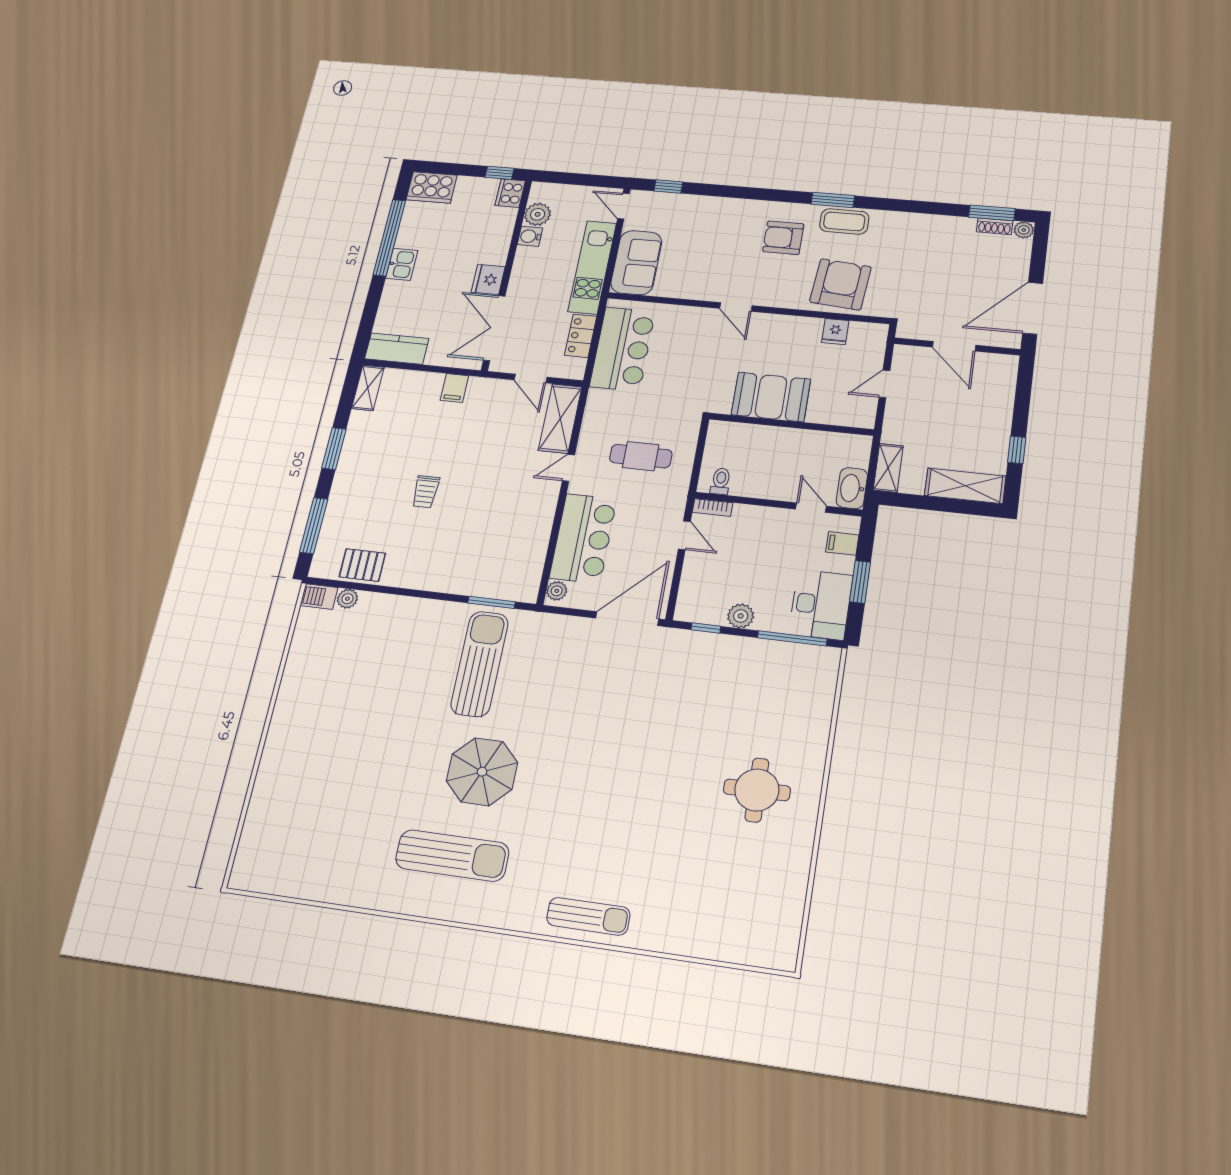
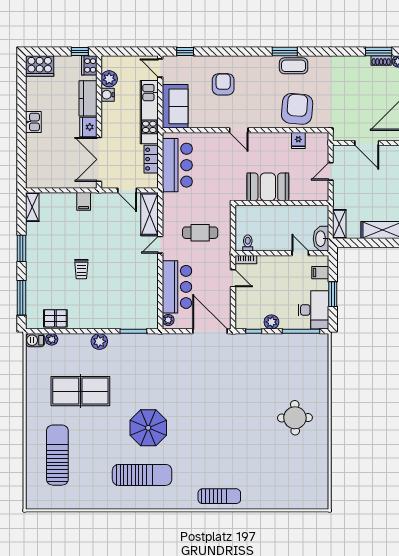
window: (389, 238) -> (21, 104), removed
armchair: (783, 238) -> (223, 84), moved, turned 90
kitchen counter: (397, 349) -> (88, 98), moved, turned -90
plant: (429, 612) -> (99, 341), added
door: (627, 619) -> (210, 331), hinge flipped
sun lounger: (480, 664) -> (57, 455), moved
table tennis table: (376, 692) -> (80, 391), added

